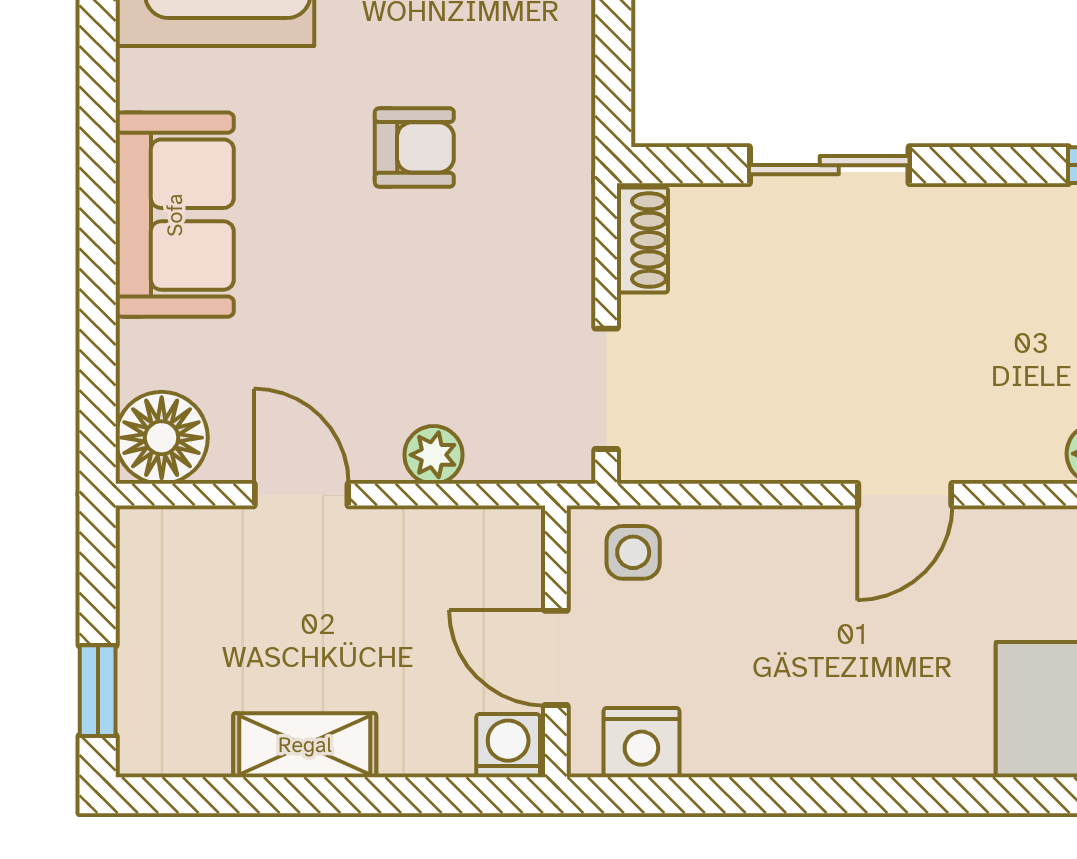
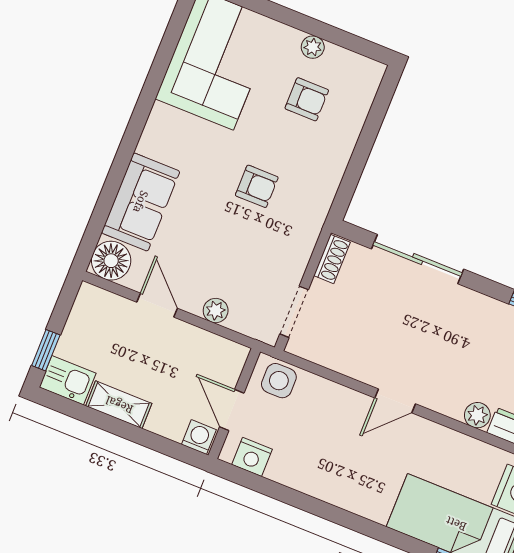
sliding door: (829, 165) -> (418, 259), width x1.37
sofa: (175, 215) -> (141, 202), moved
side table: (633, 552) -> (279, 381), width x1.37, depth x1.37
kitchen sink: (172, 737) -> (68, 380), added

